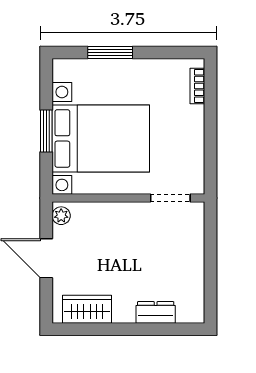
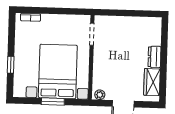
window: (110, 53) -> (11, 65), width x0.67
dresser: (156, 312) -> (154, 57), moved

